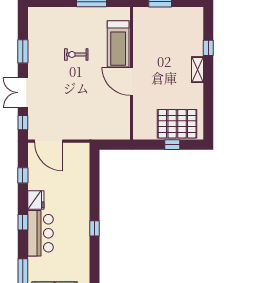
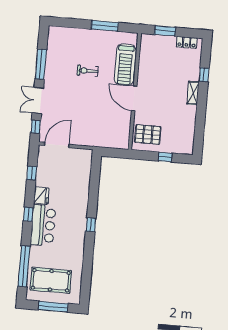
locker: (186, 13) -> (187, 42), added
window: (23, 51) -> (41, 64), width x1.44
pallet: (177, 124) -> (148, 134), moved, width x0.73, depth x0.71
door: (49, 141) -> (57, 145), swing flipped

